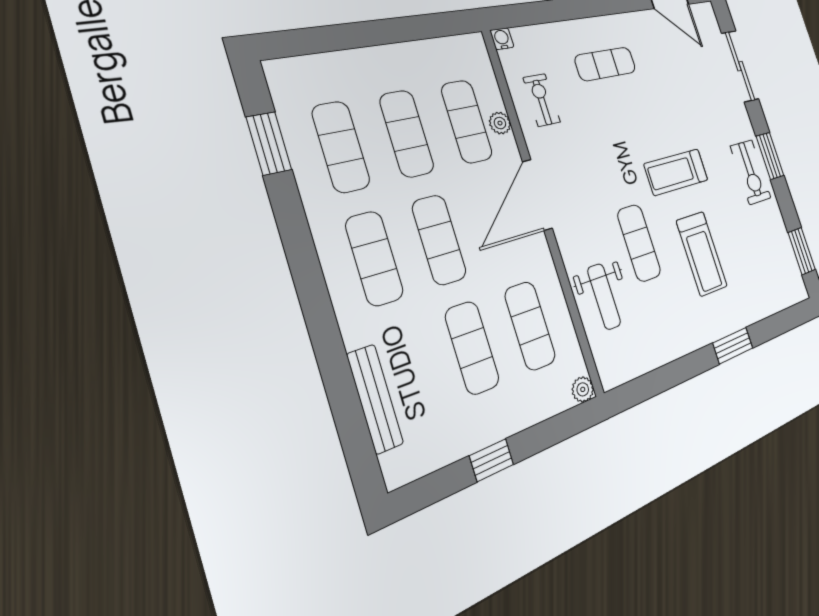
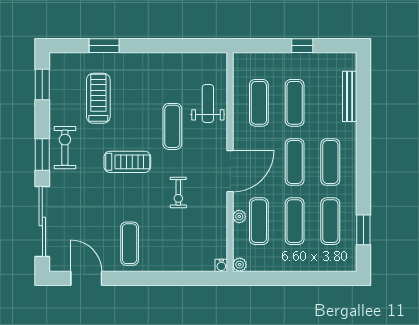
exercise mat: (605, 64) -> (130, 244), moved, turned 90
sliding door: (740, 66) -> (42, 221), width x1.36
exercise bike: (542, 100) -> (178, 193), moved
treadmill: (702, 254) -> (98, 98), moved
window: (733, 346) -> (104, 46), moved
plant: (583, 389) -> (240, 265), moved

